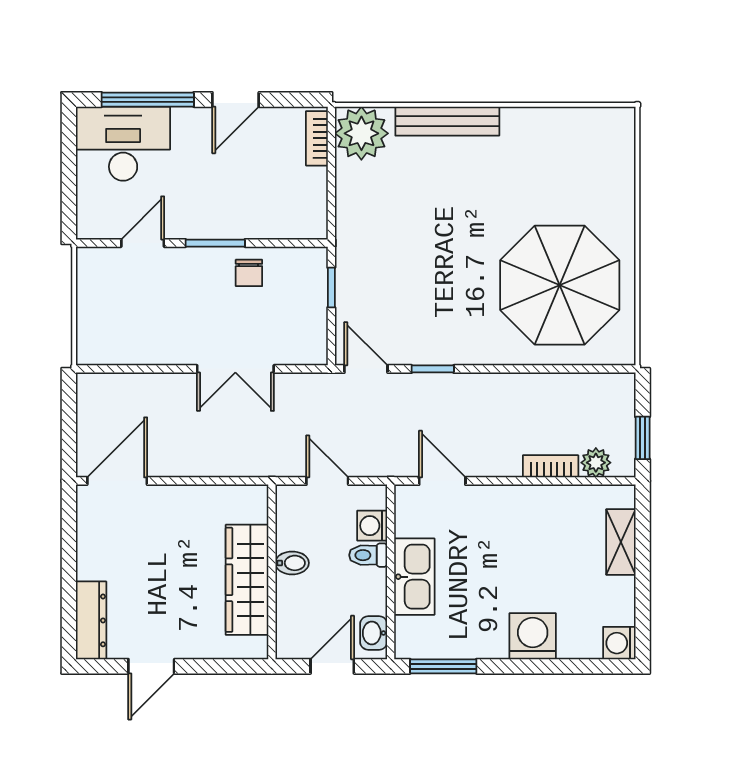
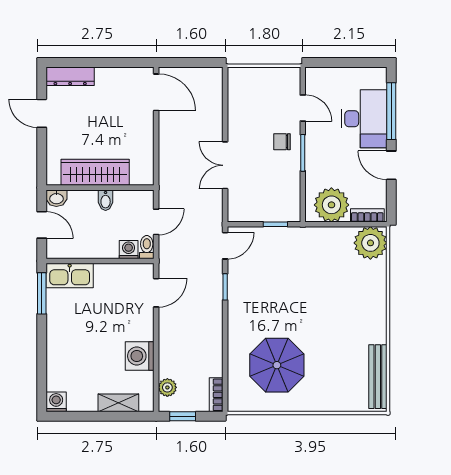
bench: (447, 121) -> (378, 377), moved
desk: (123, 144) -> (364, 119), moved
plant: (300, 196) -> (331, 205), added
chair: (249, 273) -> (282, 142), moved
parasol: (560, 285) -> (277, 365), width x0.73, depth x0.73
bookcase: (551, 466) -> (216, 395), moved, turned 180
toilet: (368, 555) -> (147, 247), moved
kitchen sink: (414, 577) -> (70, 276), moved
washbasin: (374, 633) -> (56, 198), moved, turned 180
washing machine: (533, 636) -> (140, 356), moved, turned 180

